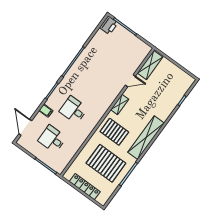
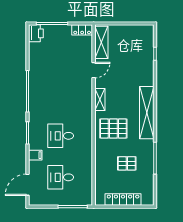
locker: (143, 47) -> (82, 30), added
door: (25, 127) -> (28, 185), hinge flipped
pallet: (106, 163) -> (127, 163), width x0.49, depth x0.50

